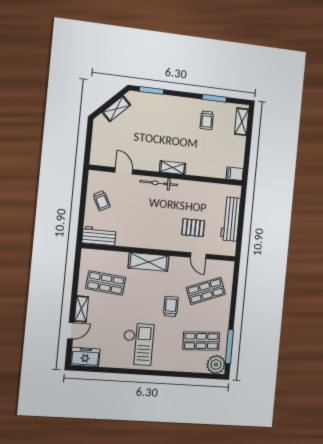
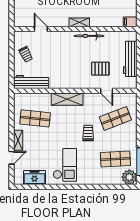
bicycle: (159, 183) -> (89, 36), moved
workbench: (99, 236) -> (31, 82), width x1.38
freezer: (85, 357) -> (35, 178), moved

